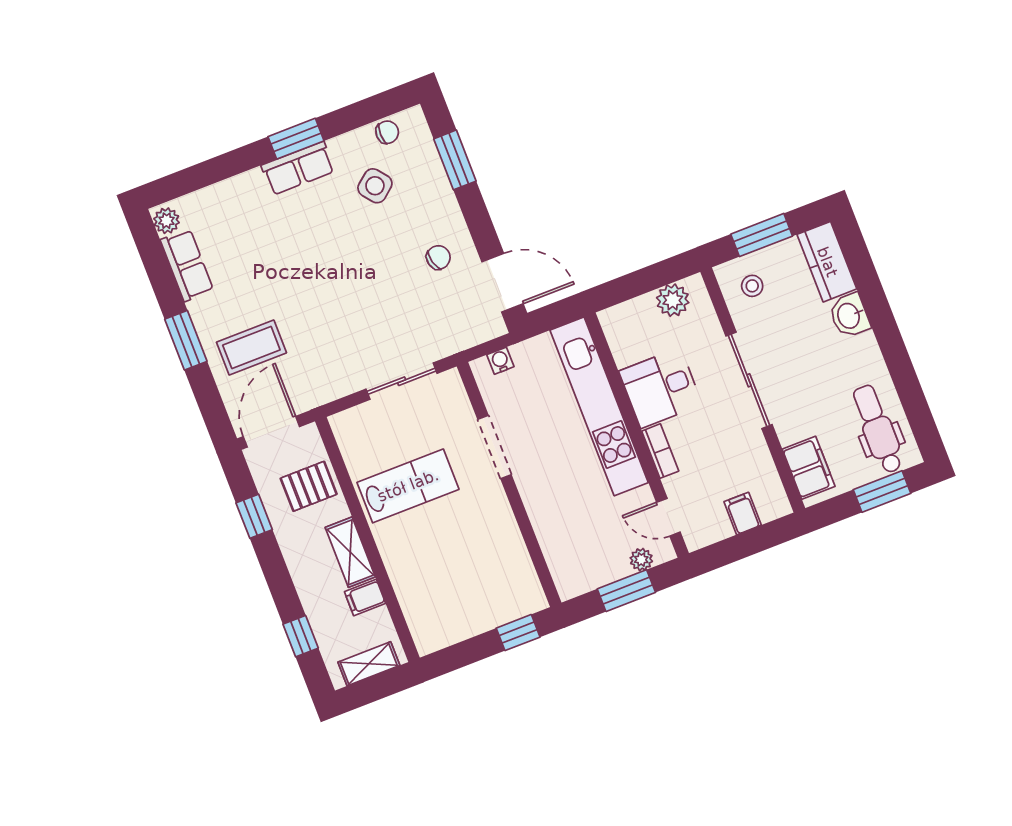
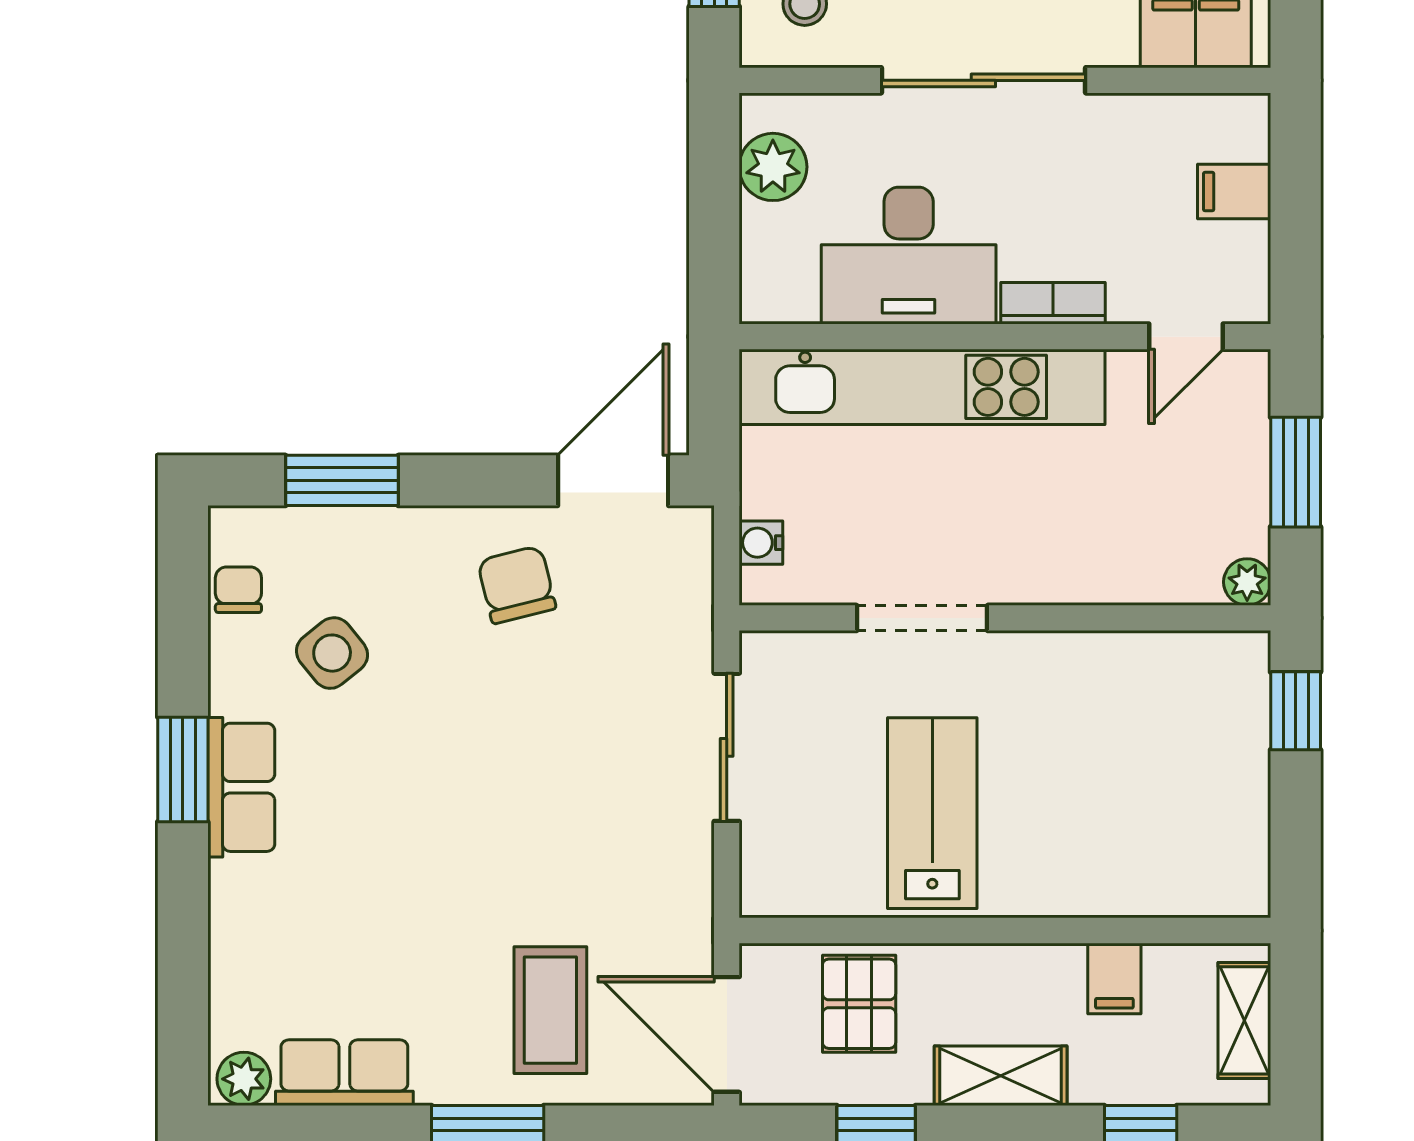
chair: (438, 257) -> (517, 585), width x1.37, depth x1.37
desk: (661, 388) -> (909, 256), width x1.37
shelving: (350, 552) -> (1001, 1076), moved
plant: (641, 560) -> (1247, 582), moved

